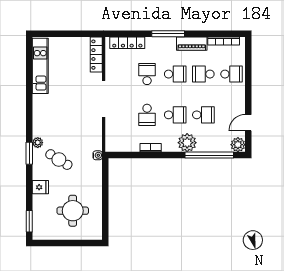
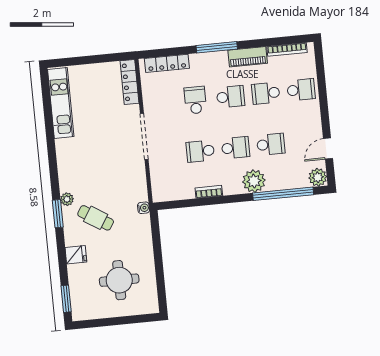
school desk: (147, 115) -> (200, 151), turned 90

